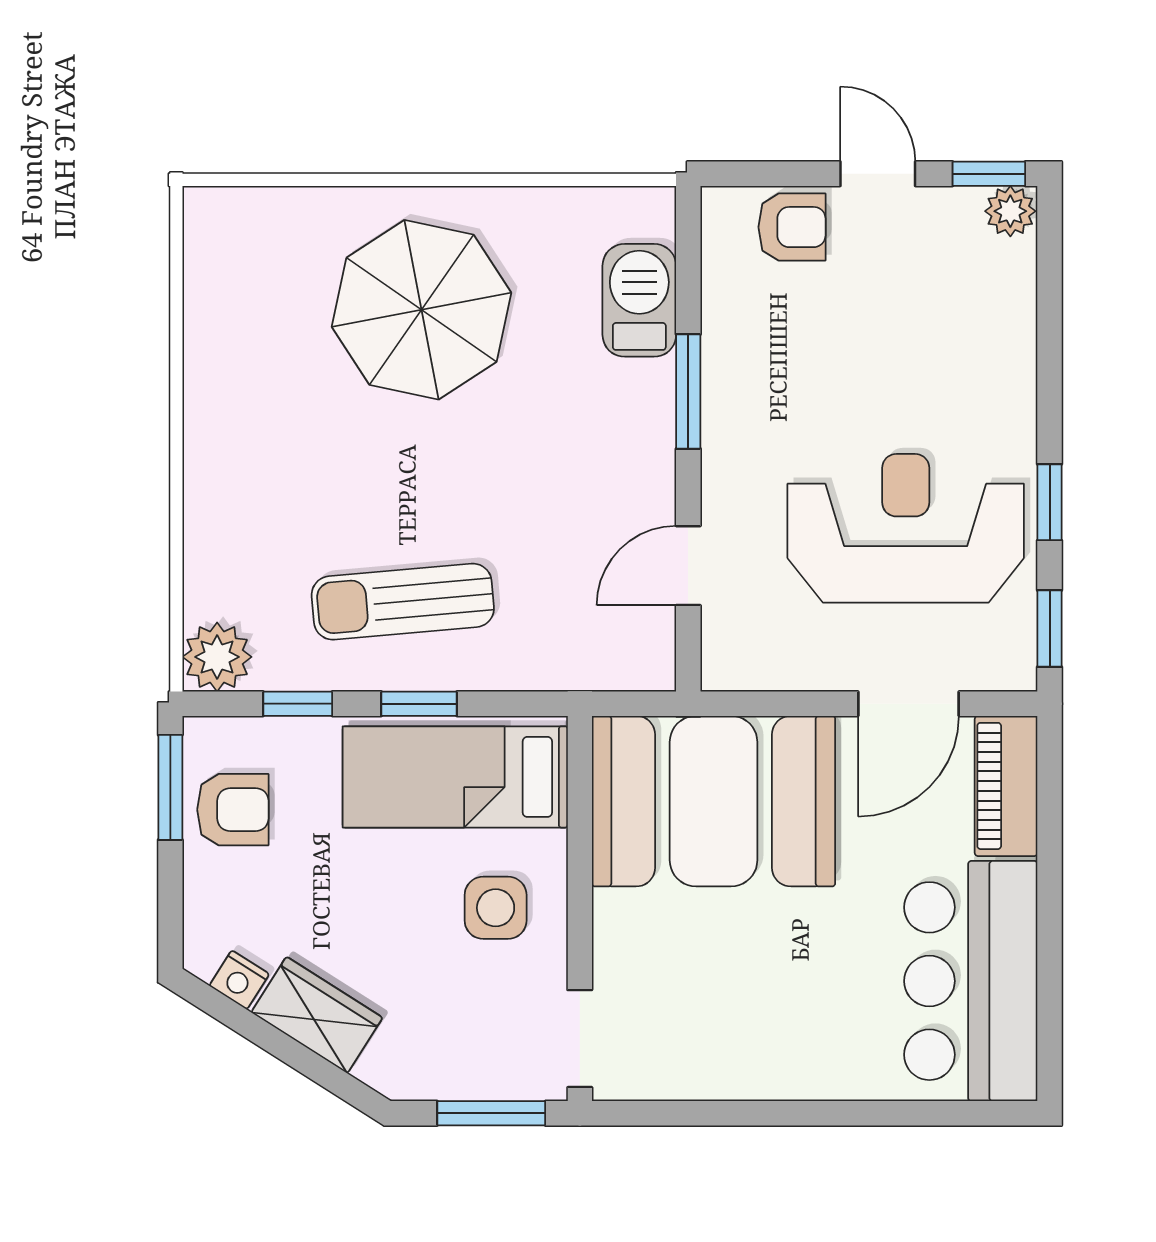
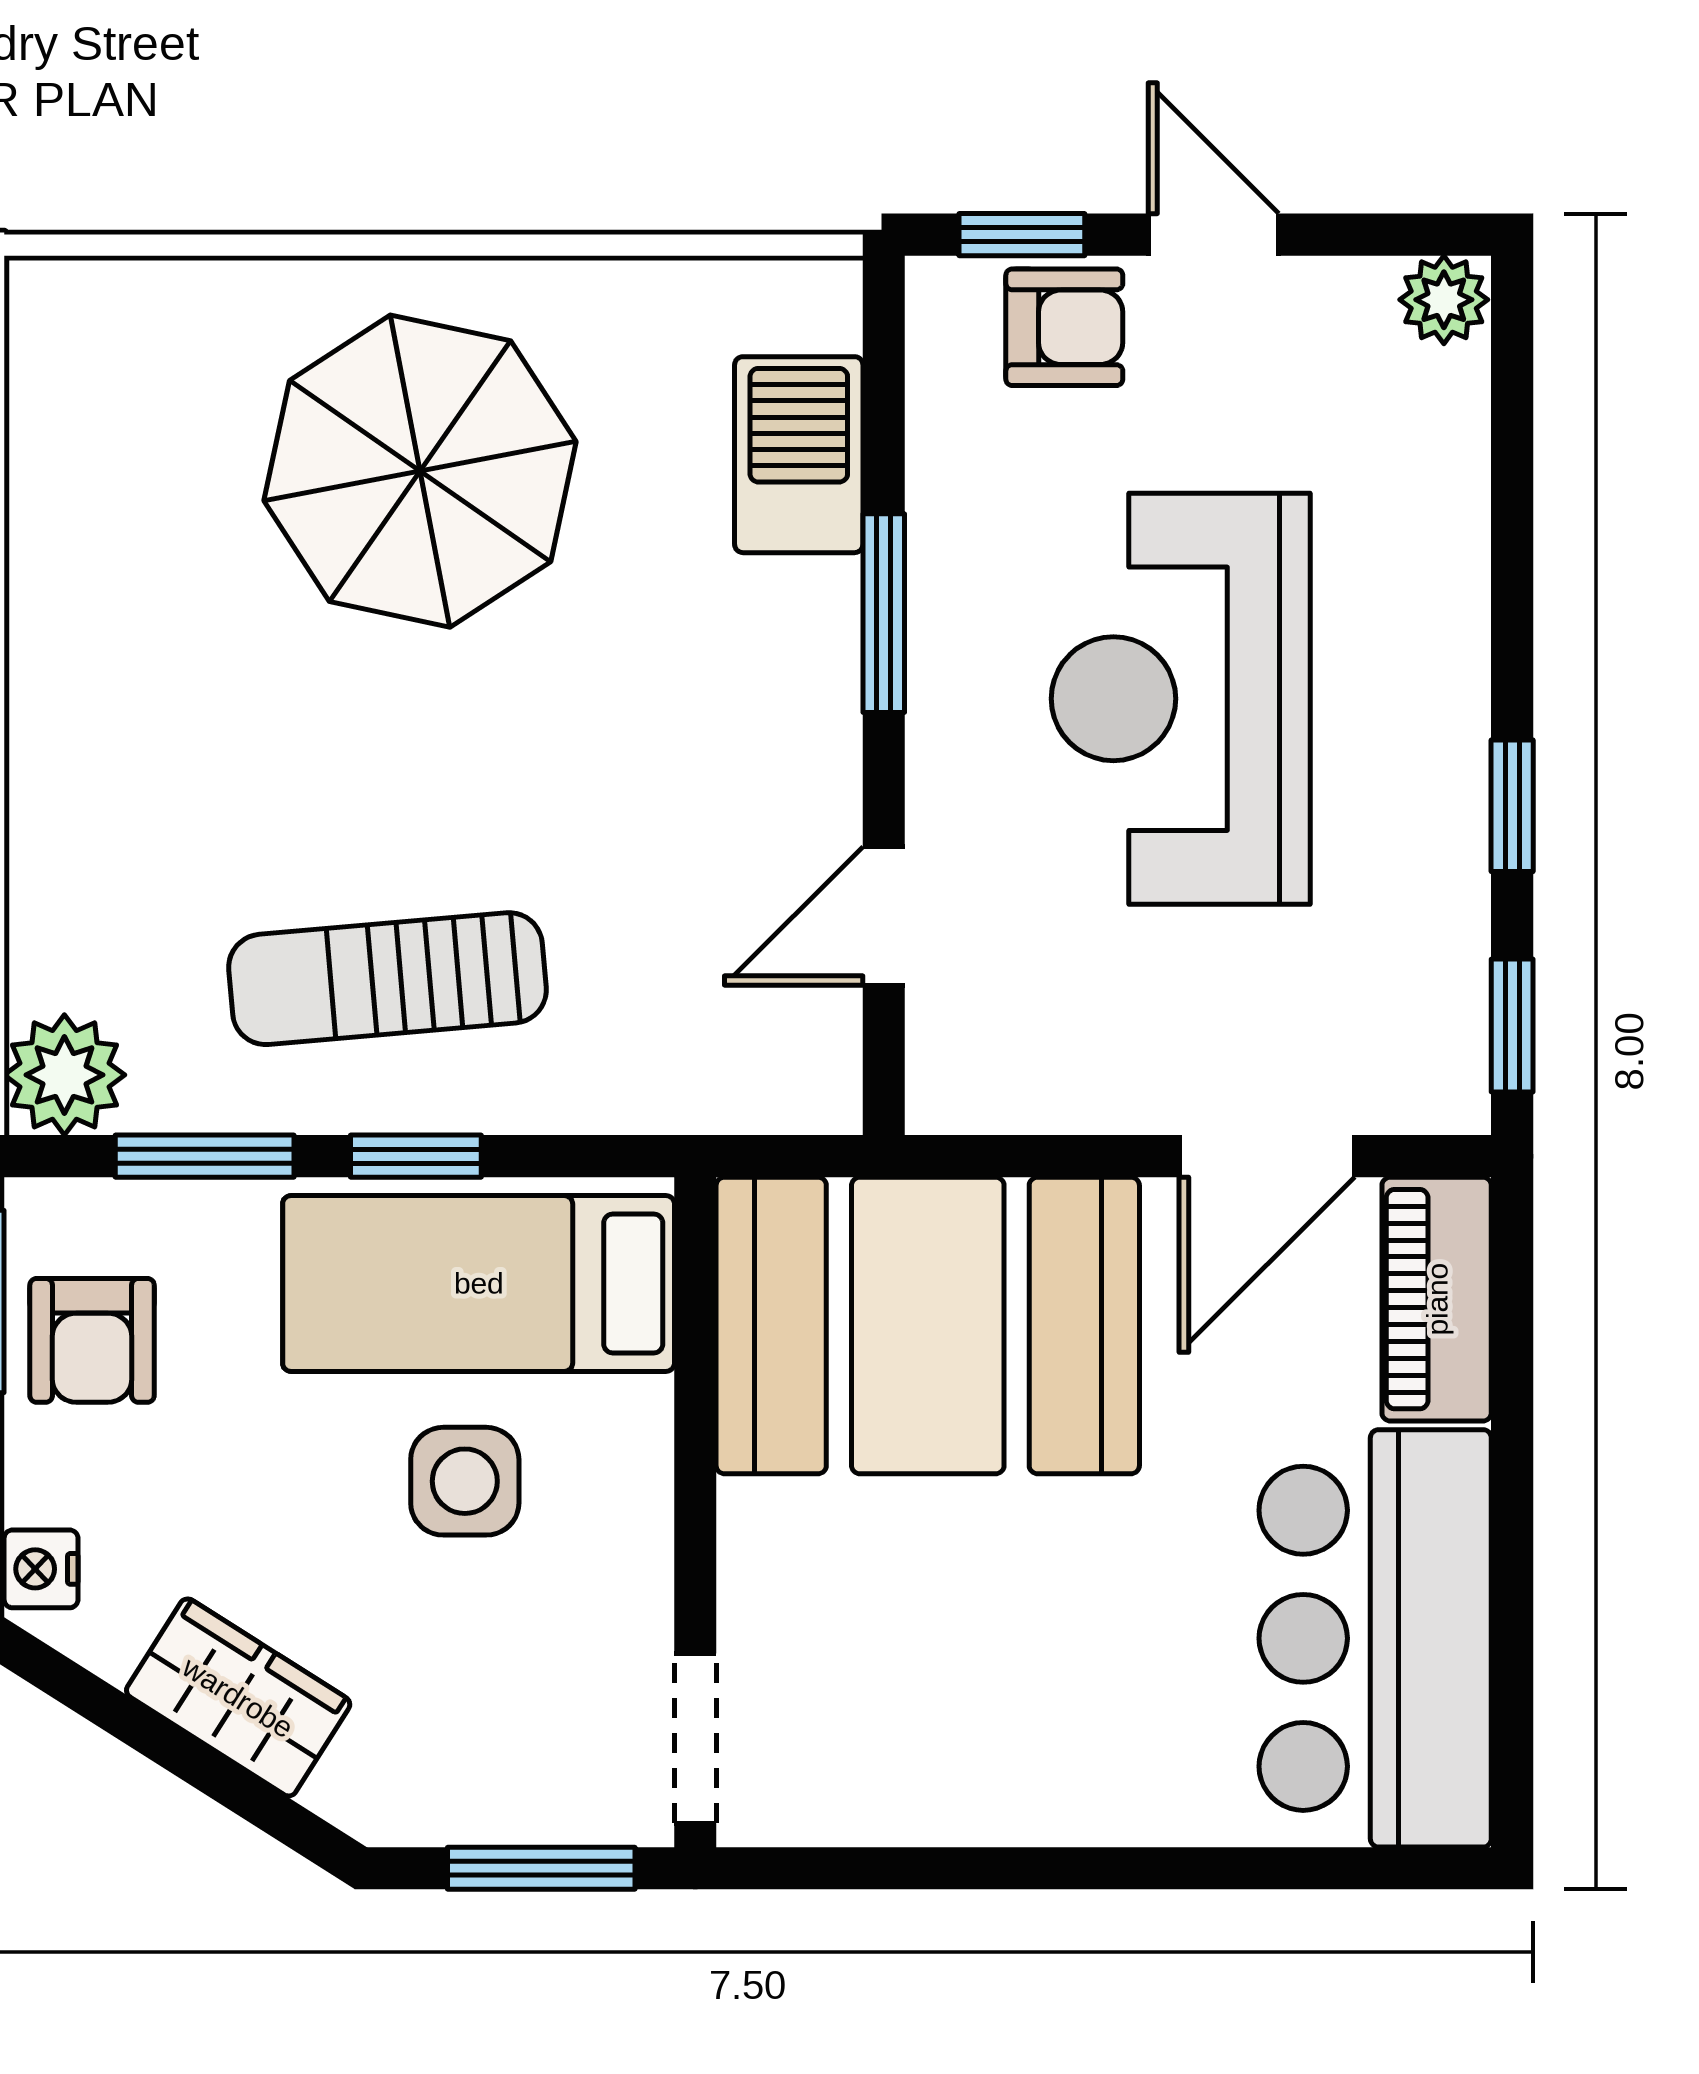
window: (989, 174) -> (1022, 235), moved
reception desk: (906, 528) -> (1181, 699), moved, turned -90
window: (298, 704) -> (205, 1156), width x1.50
armchair: (233, 810) -> (92, 1340), turned 90
side table: (496, 908) -> (465, 1481), moved
nightstand: (239, 980) -> (41, 1569), moved, turned 58

